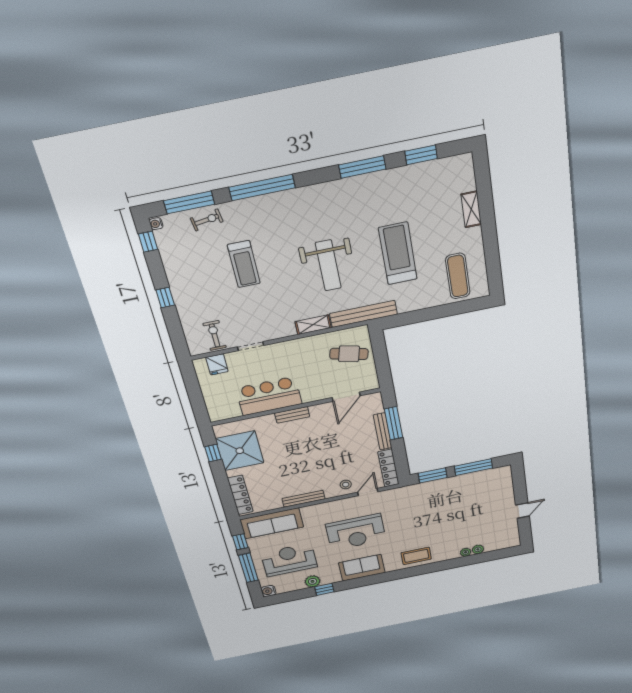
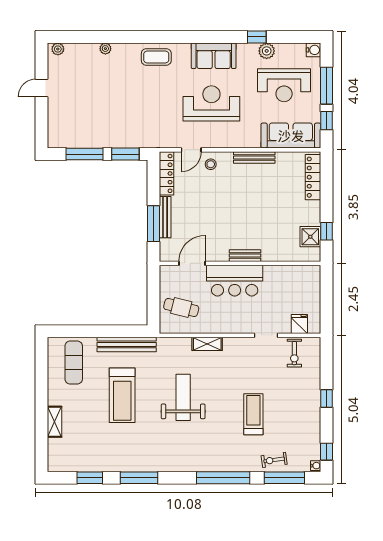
bench: (363, 314) -> (127, 344), moved
bar counter: (269, 396) -> (235, 281), moved
shower: (240, 451) -> (310, 237), width x0.54, depth x0.54
plant: (478, 549) -> (58, 49), moved

